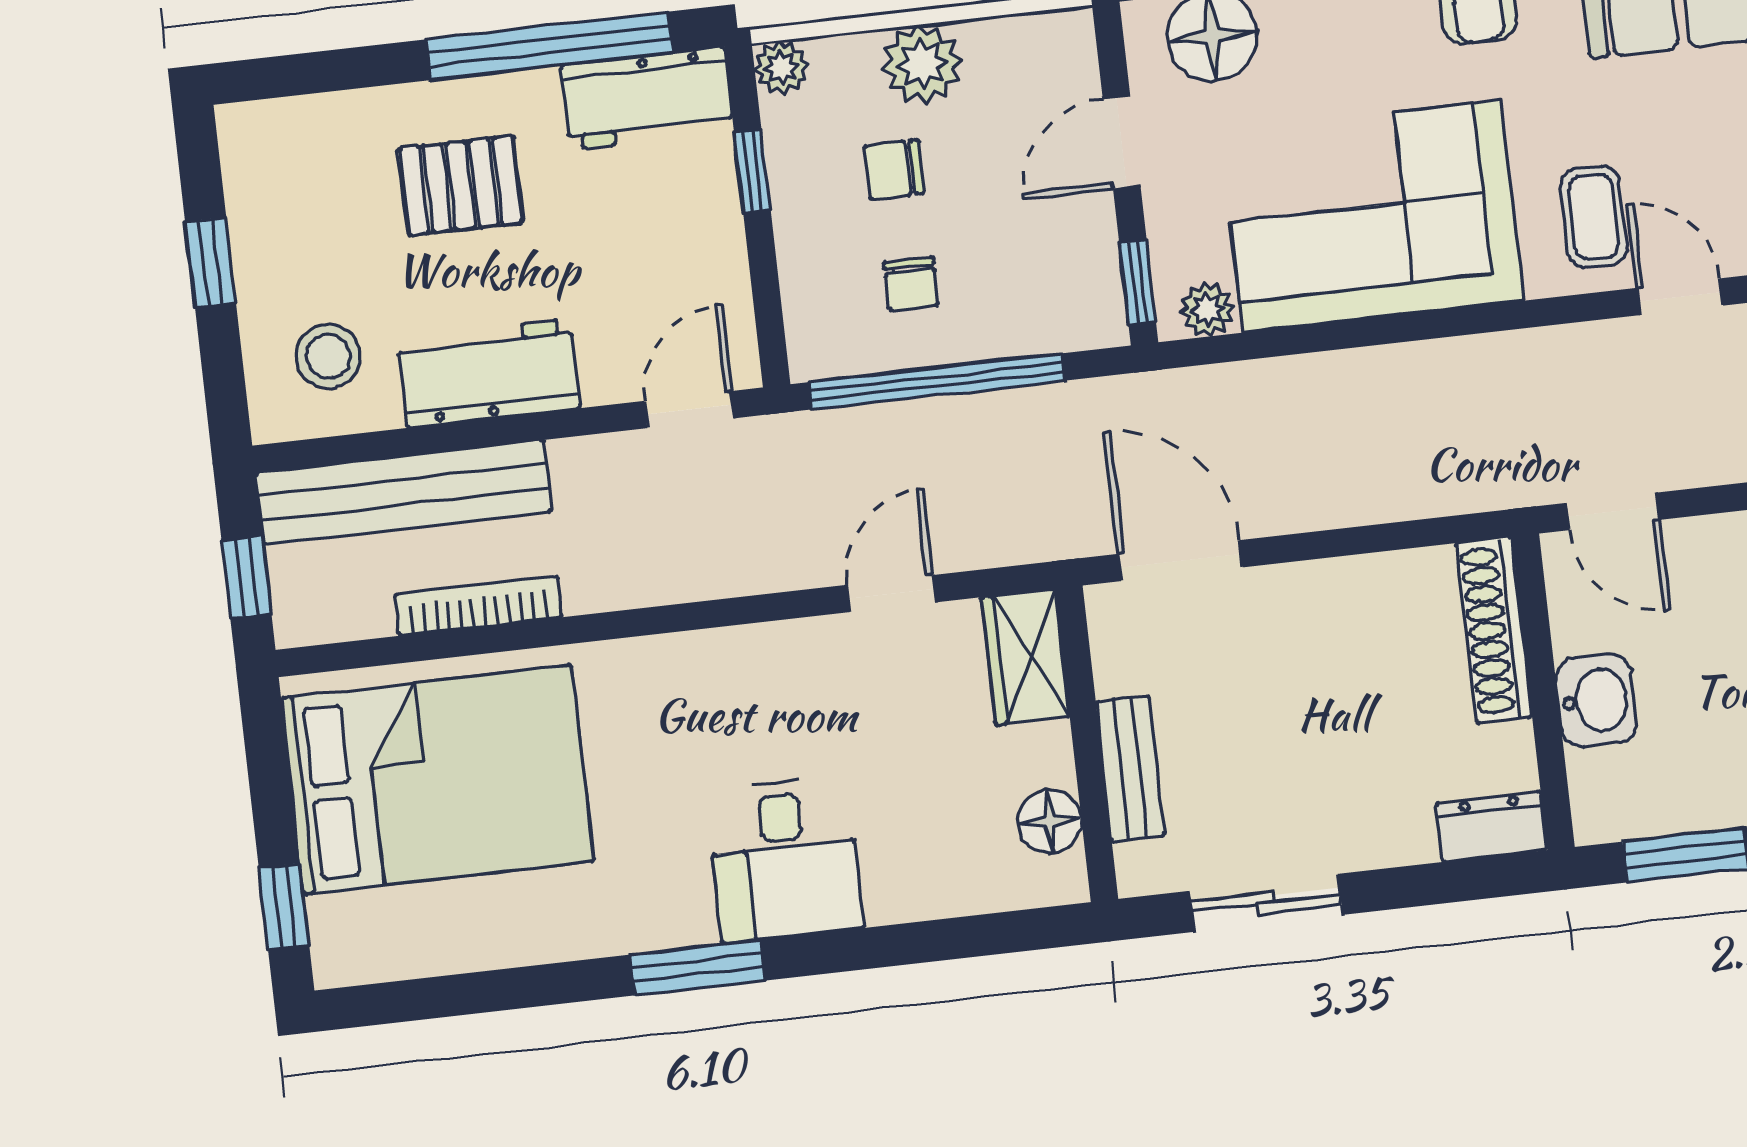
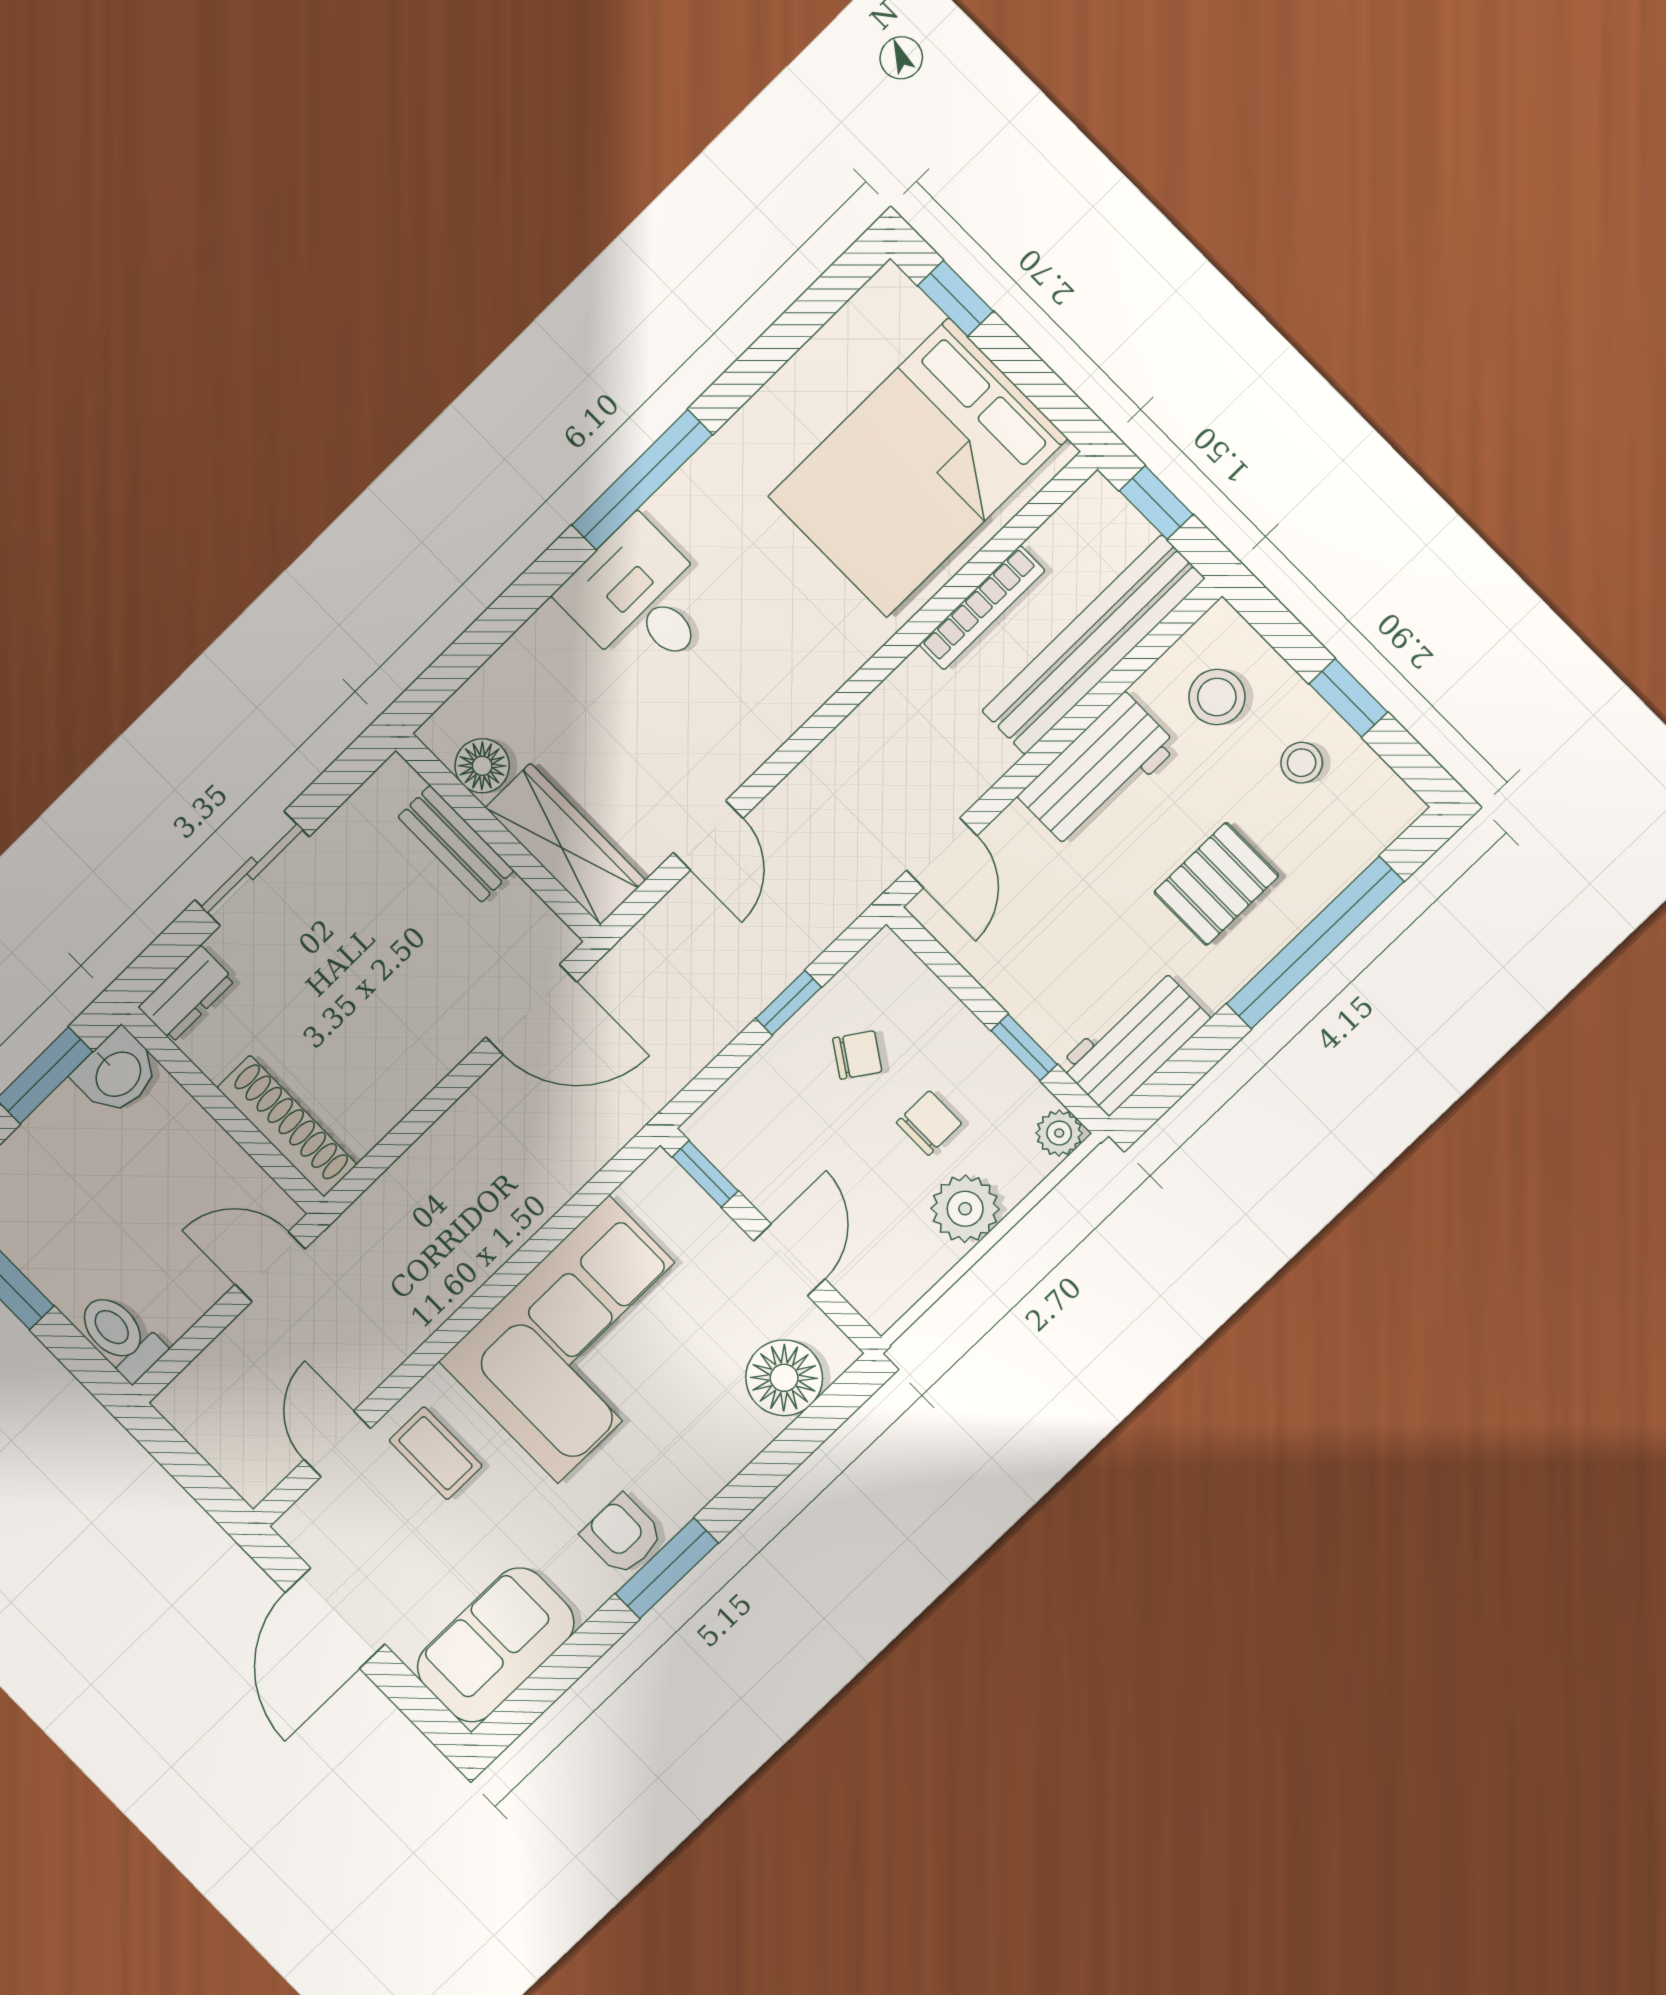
window: (549, 46) -> (1315, 943), moved
stool: (298, 236) -> (1302, 763), added
chair: (911, 284) -> (857, 1055), turned 124
door: (1680, 297) -> (337, 1444), swing flipped
plant: (1207, 310) -> (644, 1192), removed
window: (937, 381) -> (789, 1003), width x0.32
wardrobe: (1025, 657) -> (565, 844), width x1.50
washbasin: (1596, 700) -> (117, 1073), moved, turned -90
sliding door: (1266, 903) -> (252, 868), moved
window: (697, 968) -> (642, 480), width x1.44

